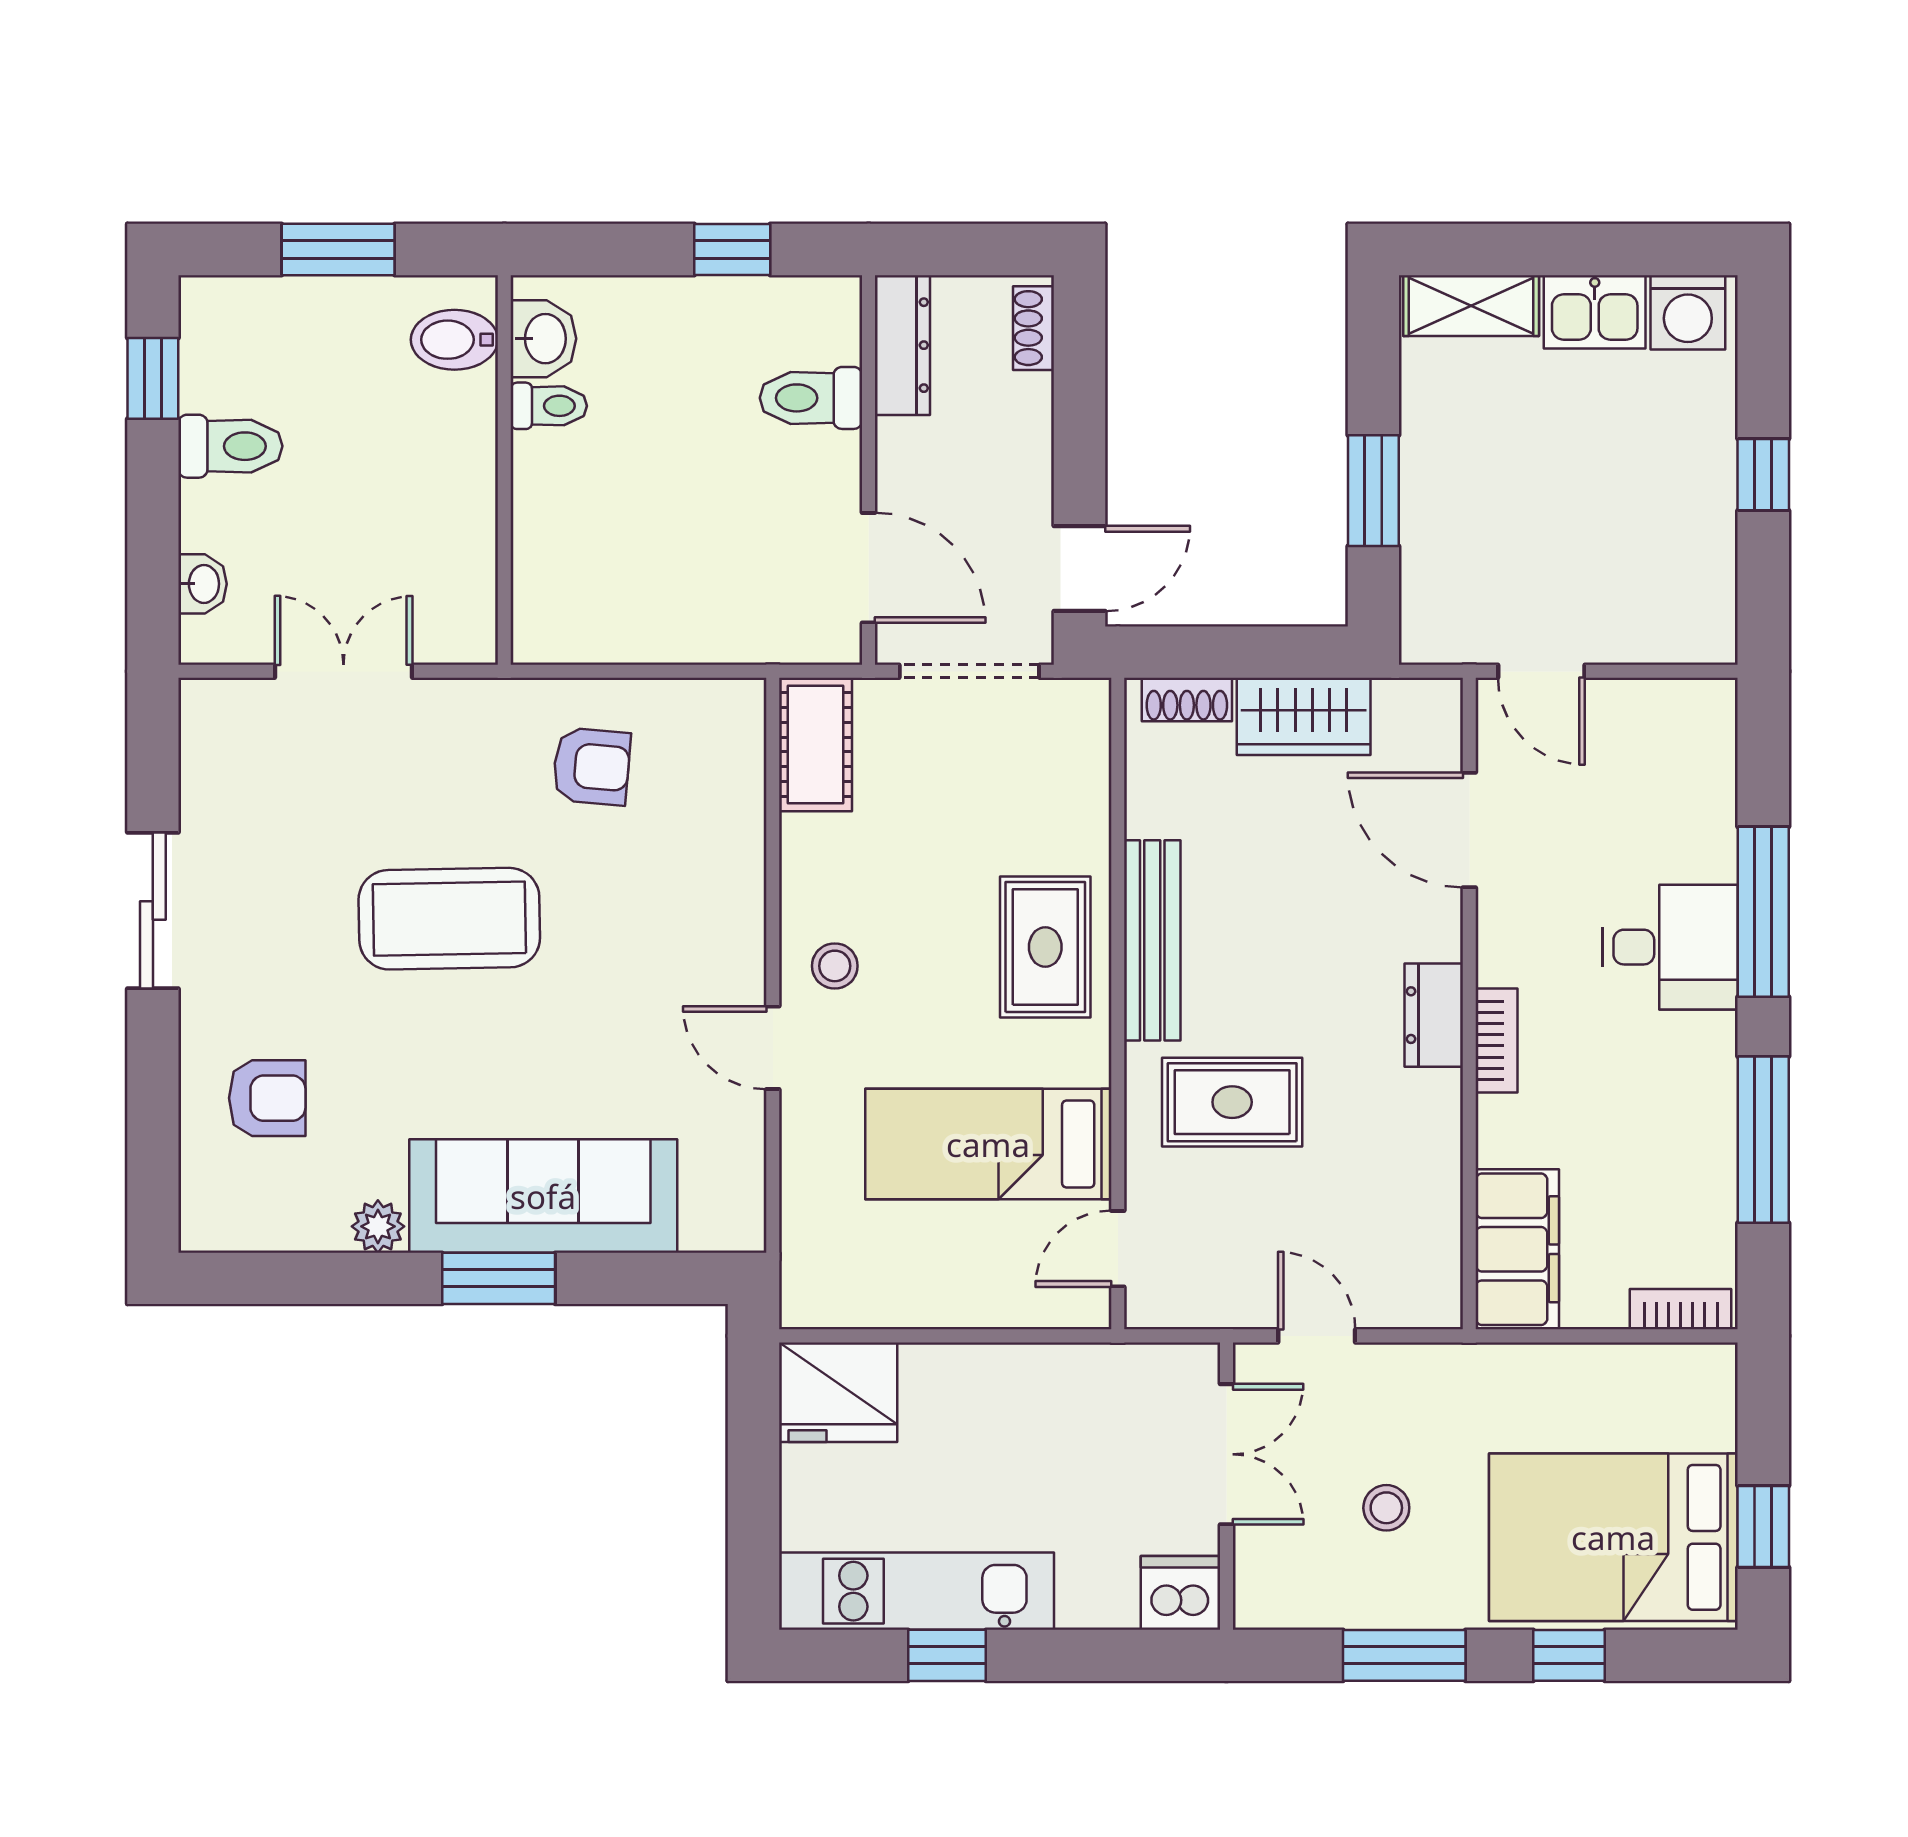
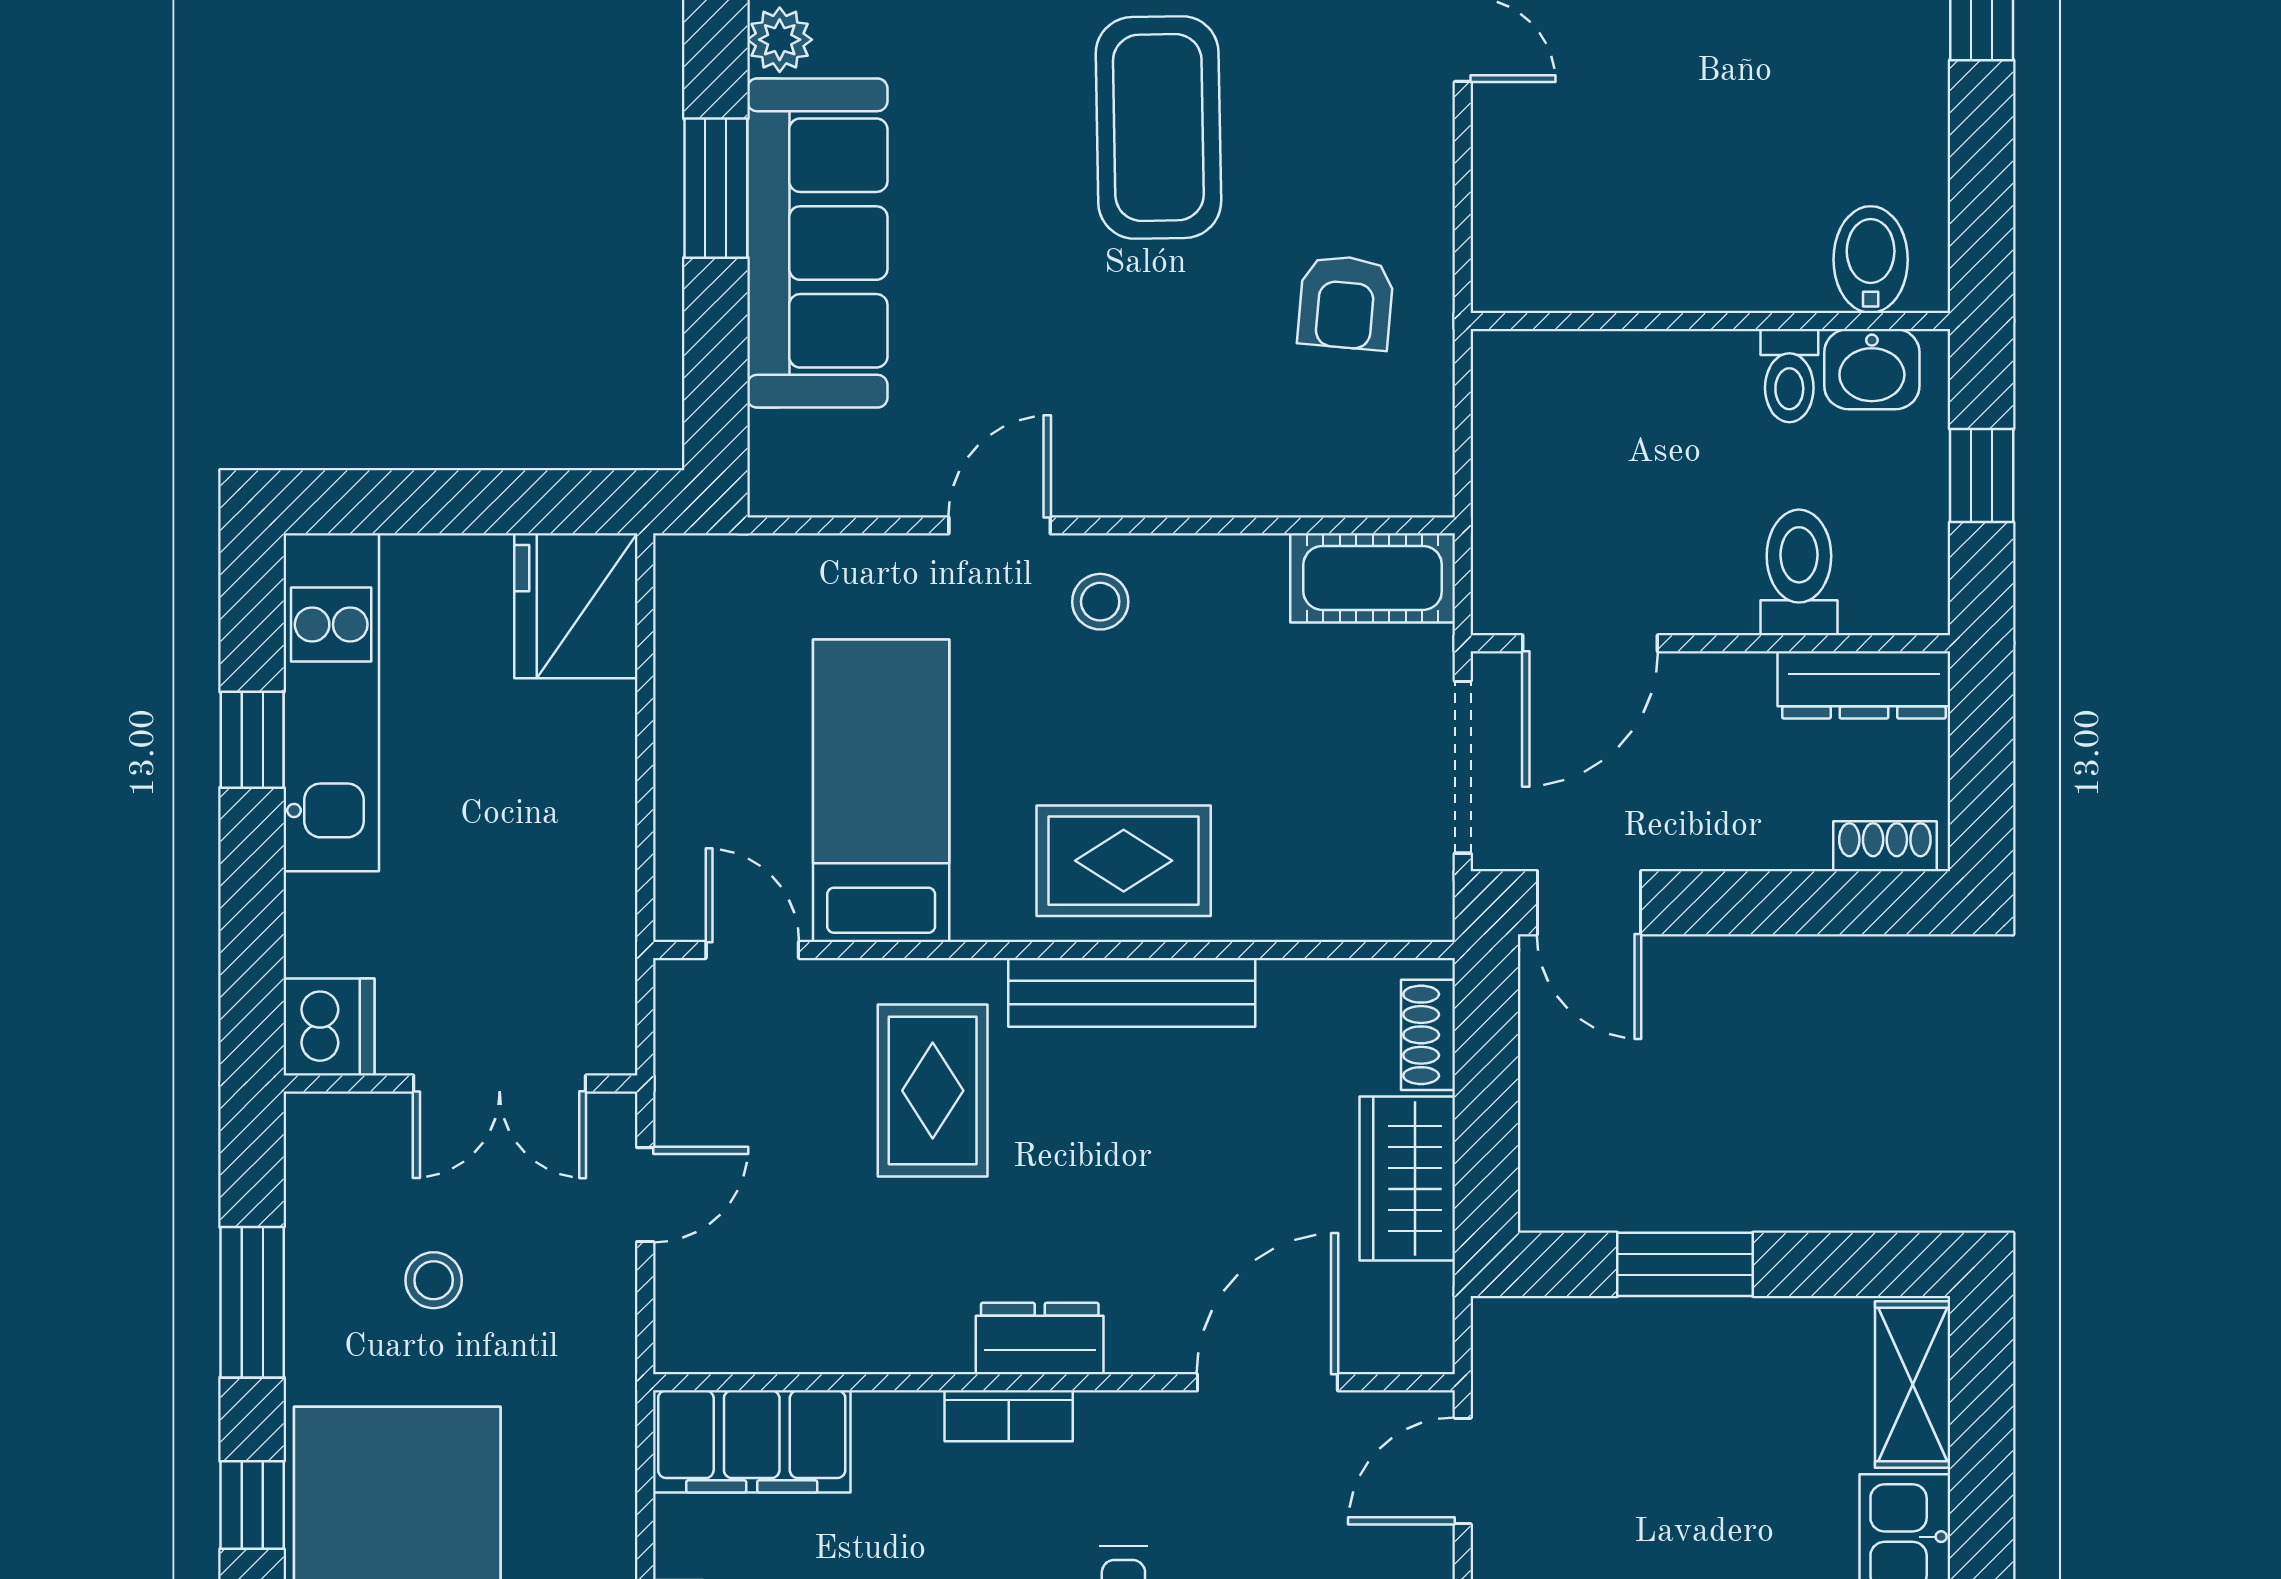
washbasin: (543, 339) -> (1872, 369), moved
bidet: (454, 340) -> (1871, 260), moved
toilet: (549, 406) -> (1789, 376), moved
wall: (504, 470) -> (1710, 321), moved

